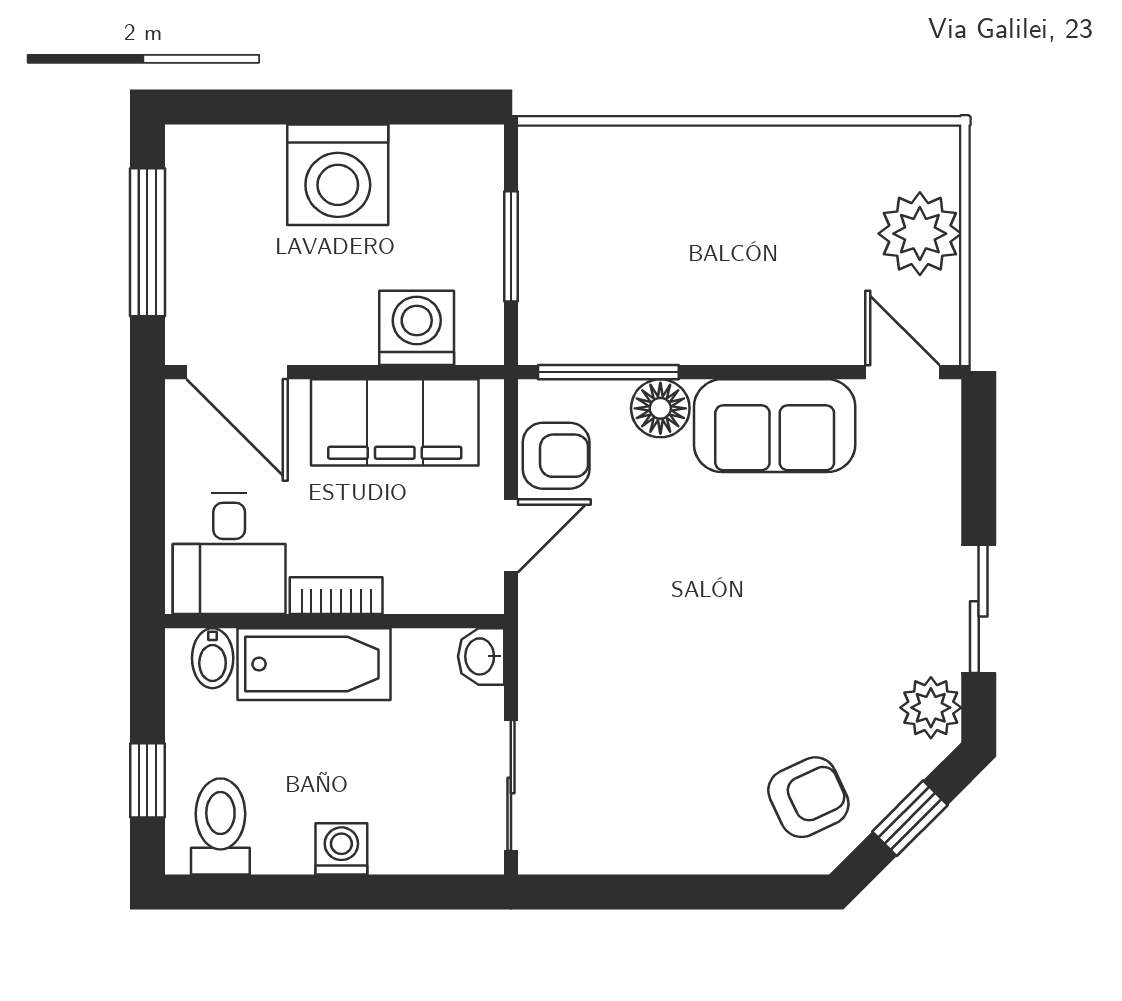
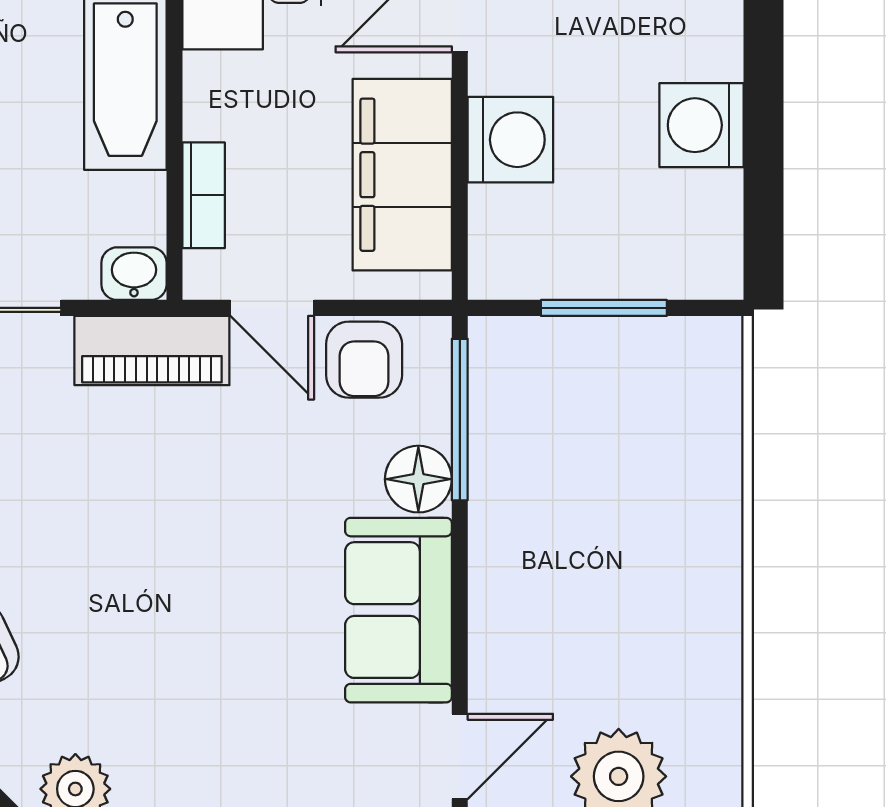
washing machine: (338, 175) -> (702, 125), width x0.73, depth x0.73
washing machine: (417, 328) -> (510, 140), moved
bookcase: (336, 596) -> (204, 195), moved
piano: (548, 641) -> (152, 351), added

